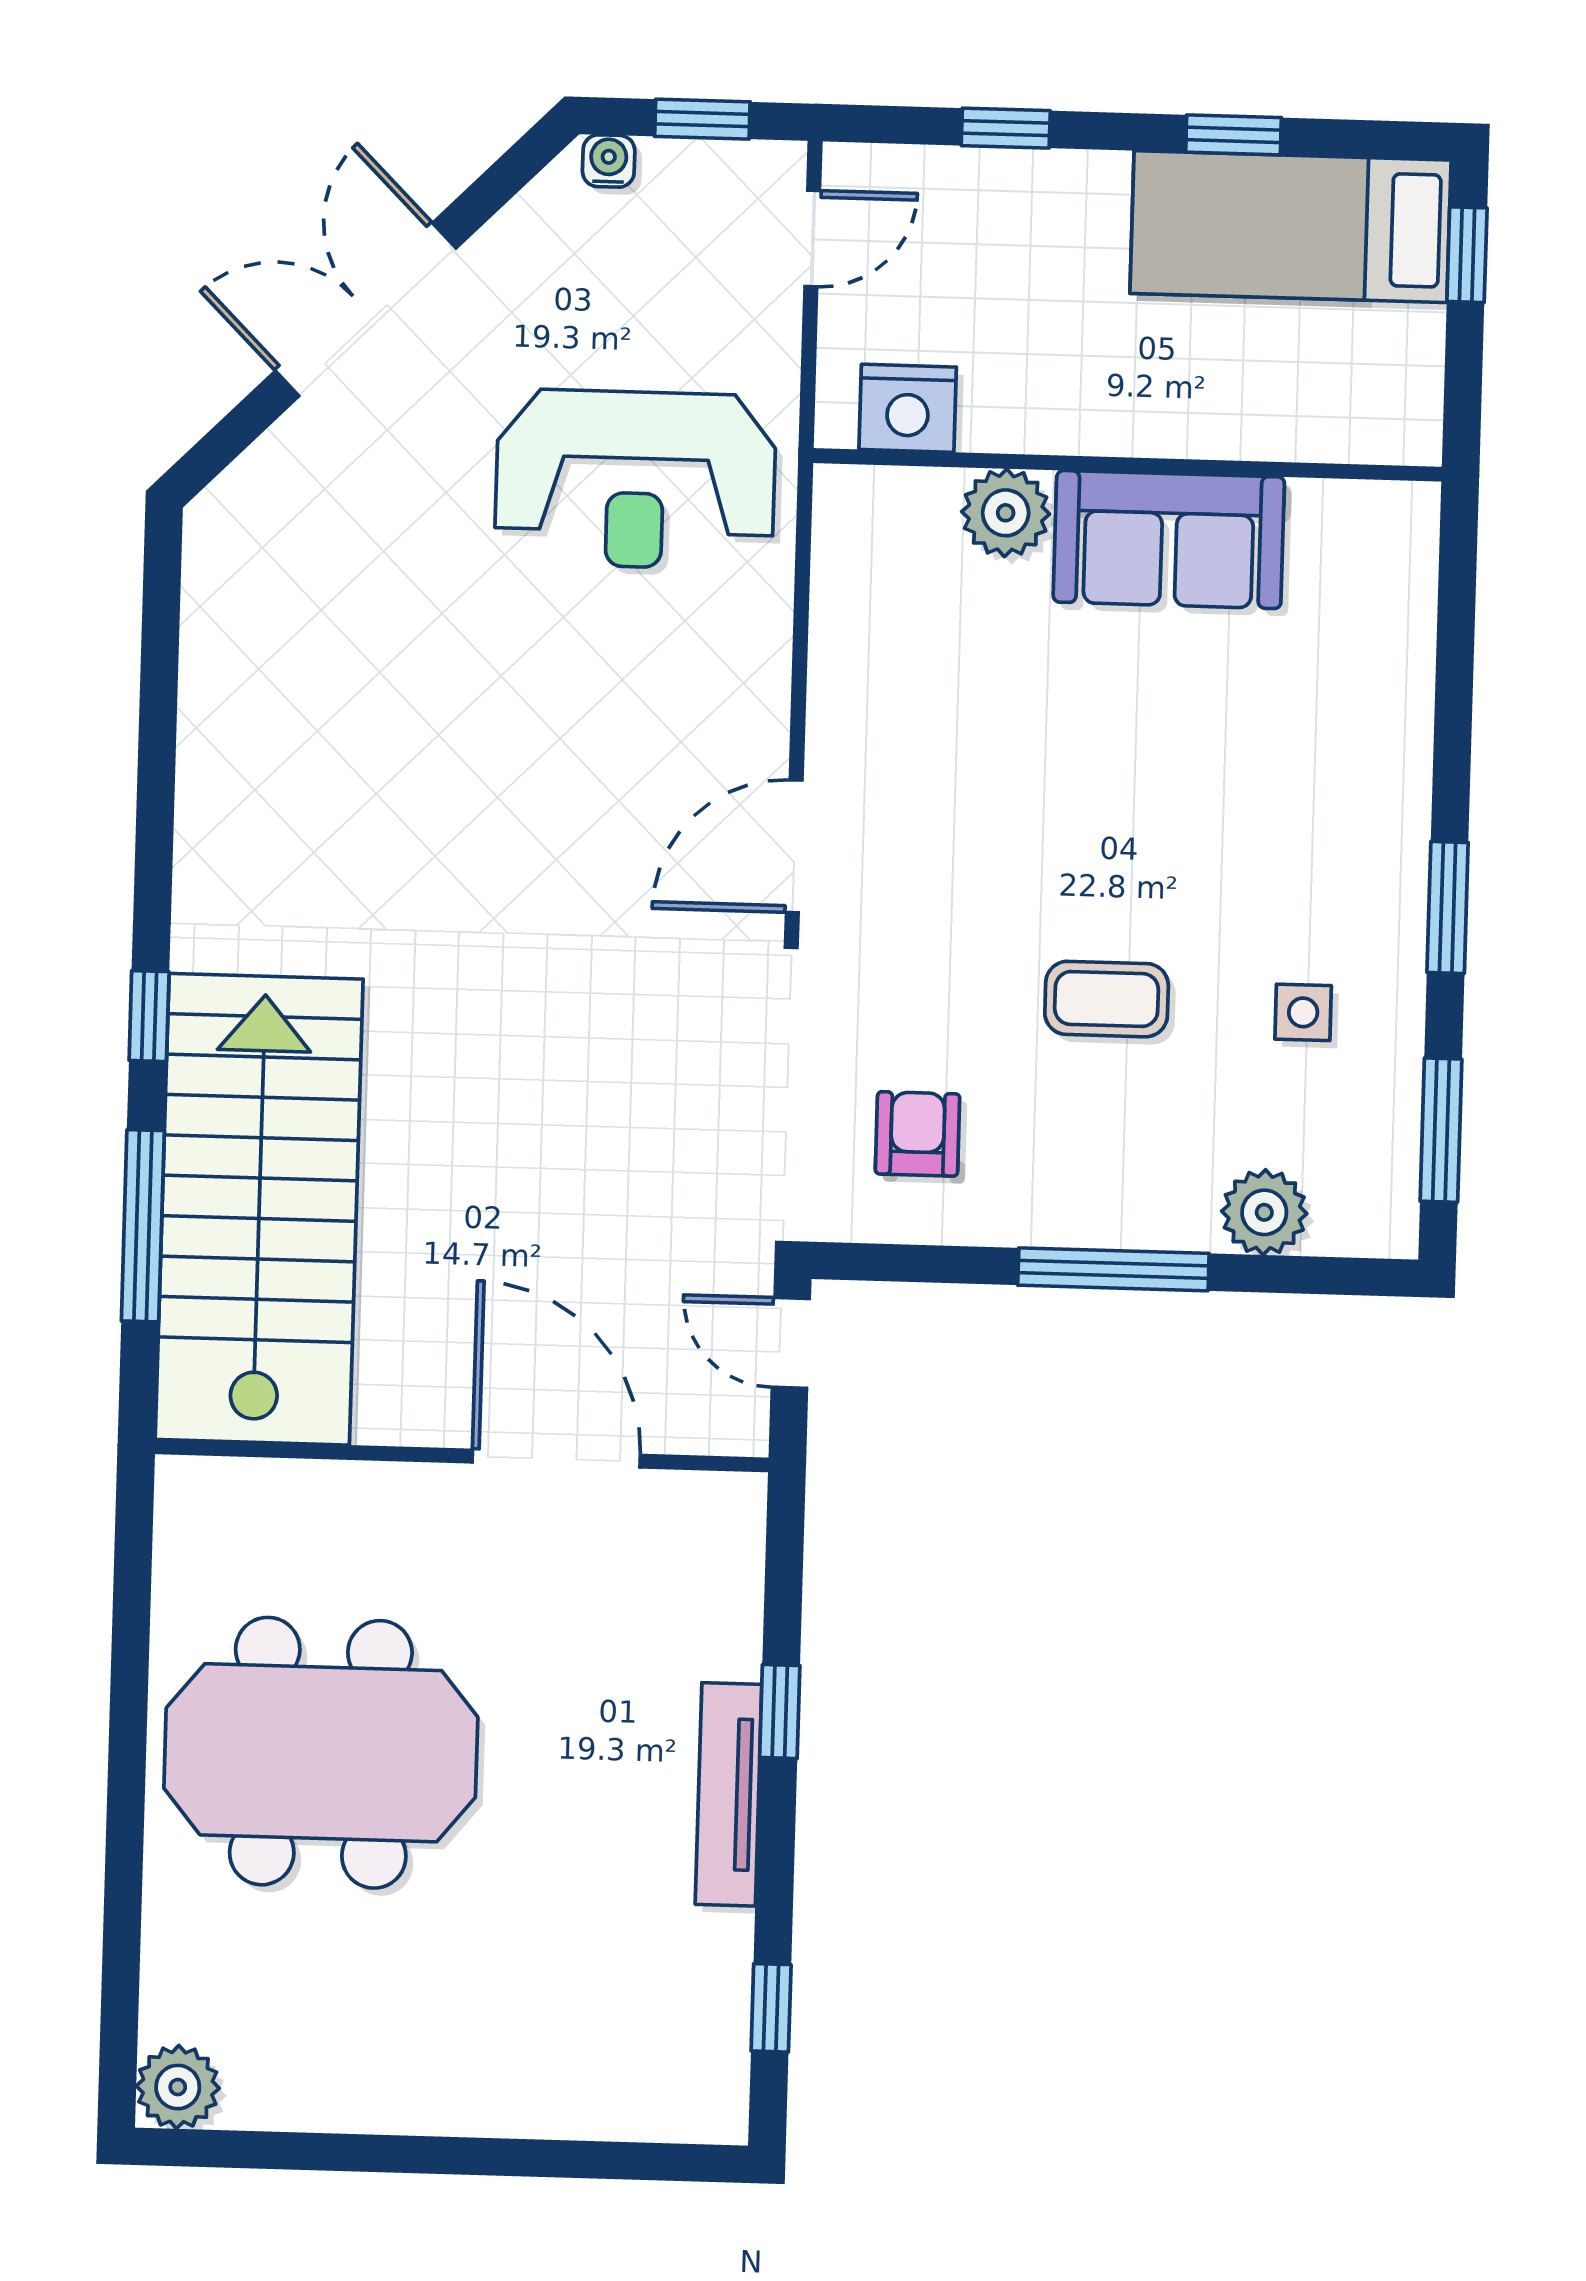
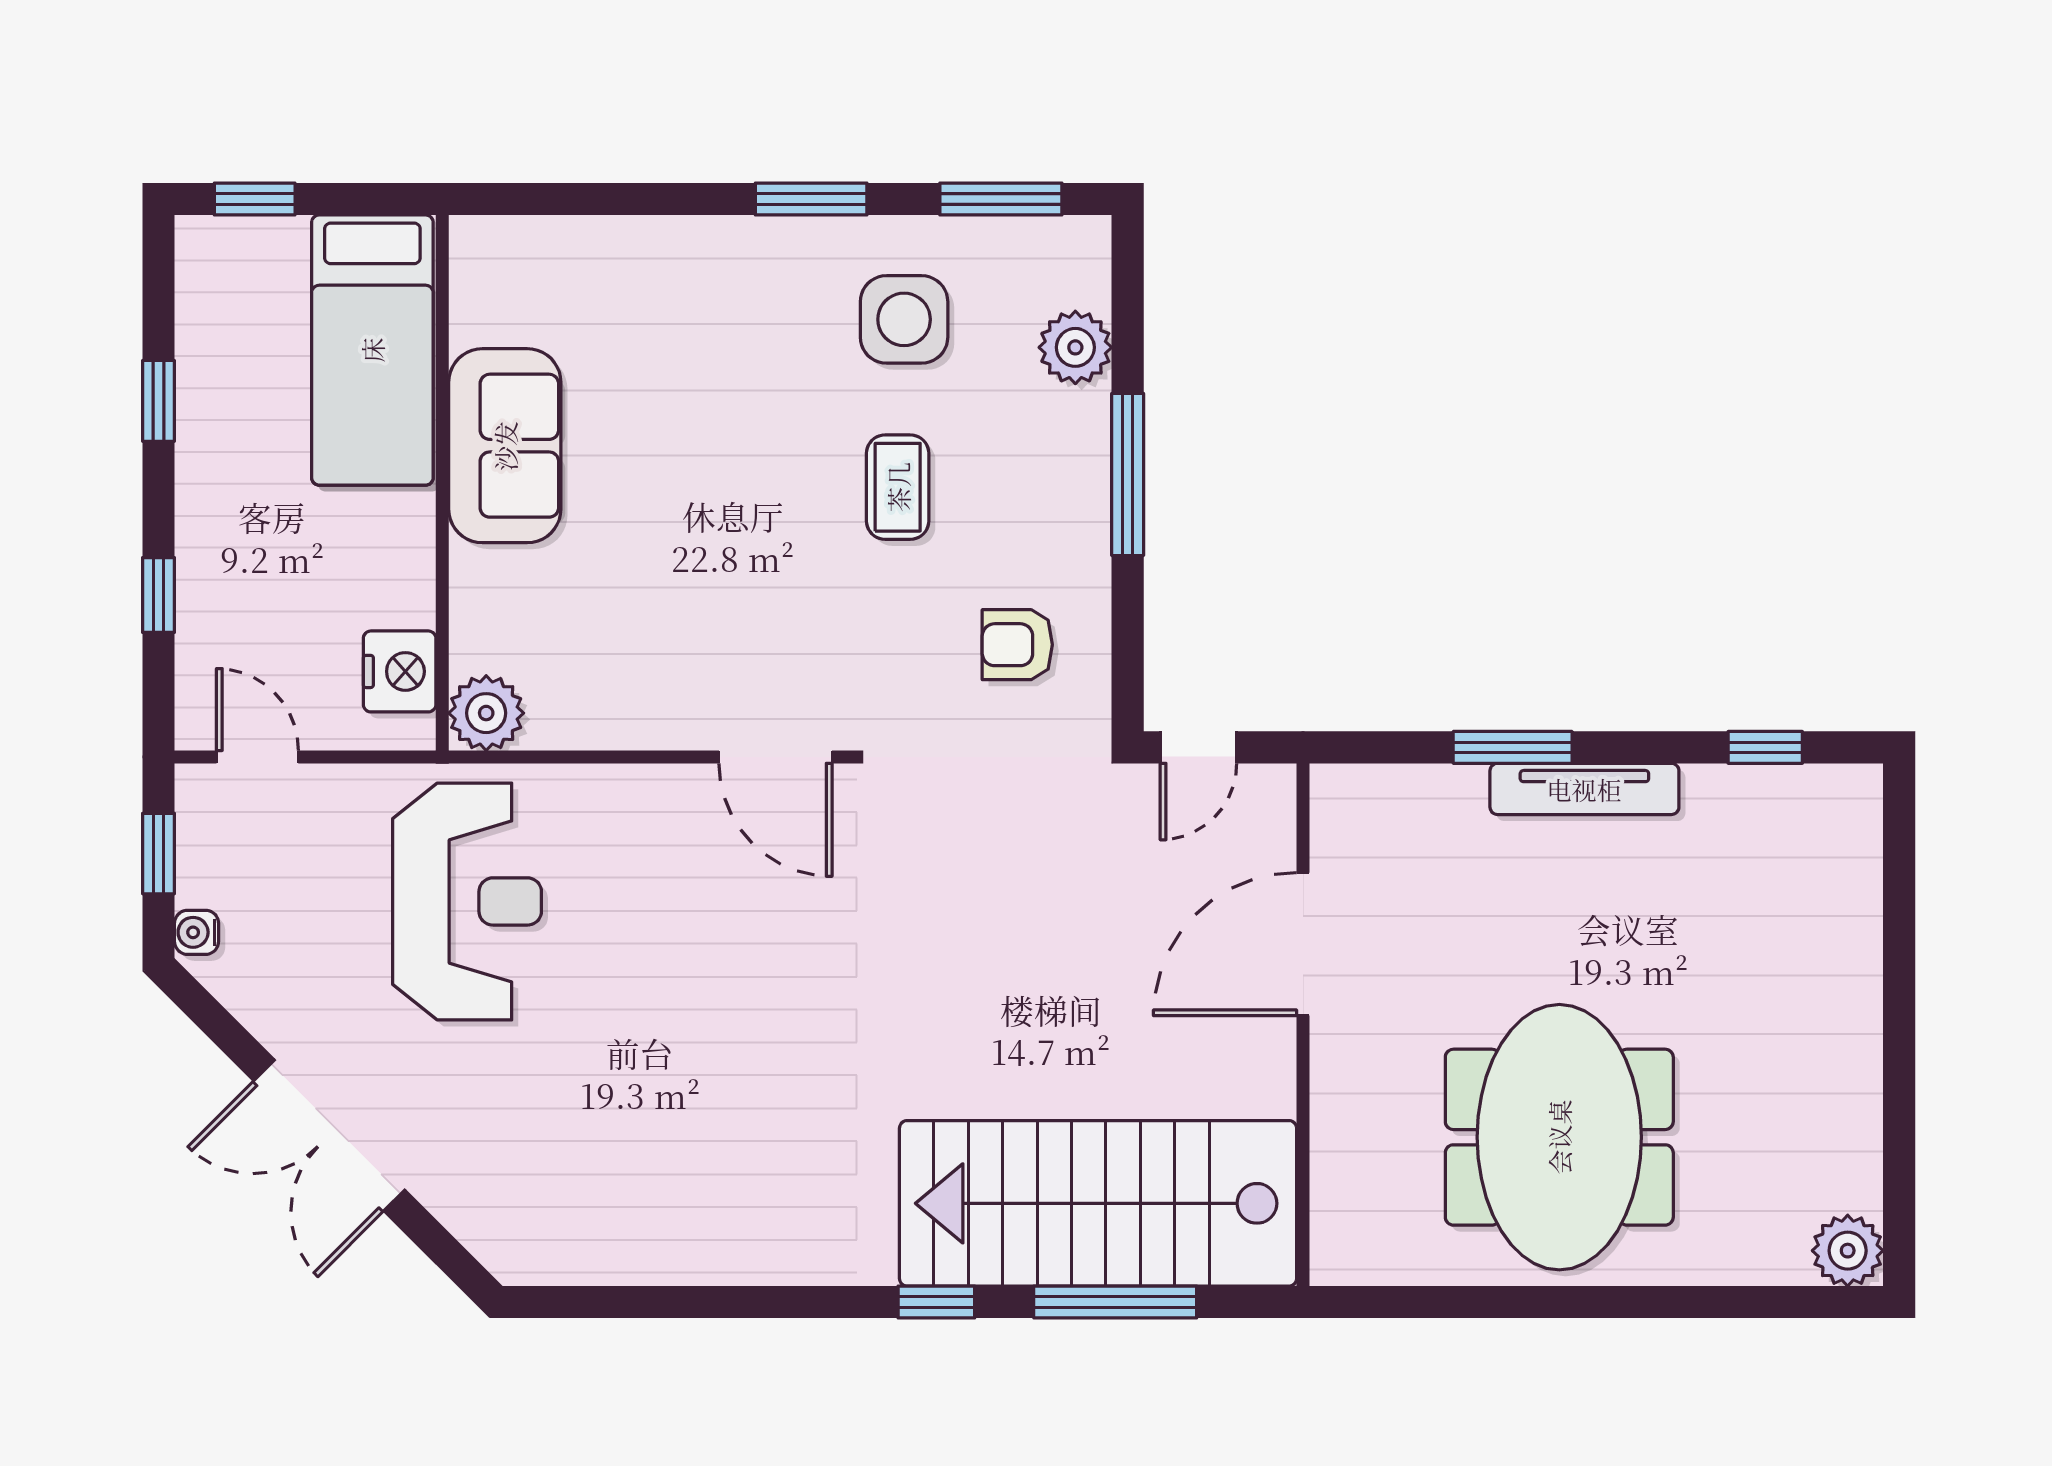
bed: (1290, 227) -> (372, 350), moved
plant: (1006, 513) -> (486, 713), moved
side table: (1303, 1012) -> (904, 319), width x1.87, depth x1.87
window: (780, 1712) -> (1513, 747), width x1.50

